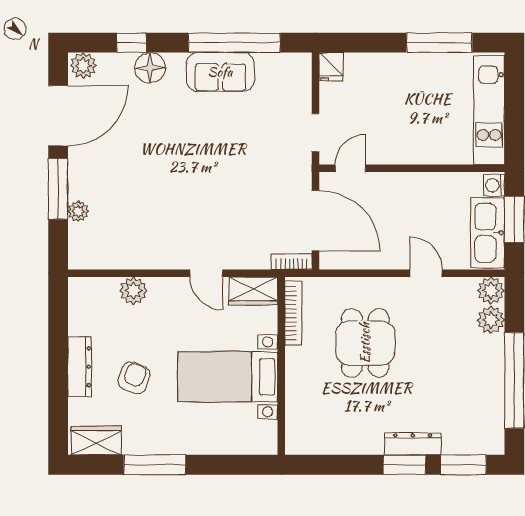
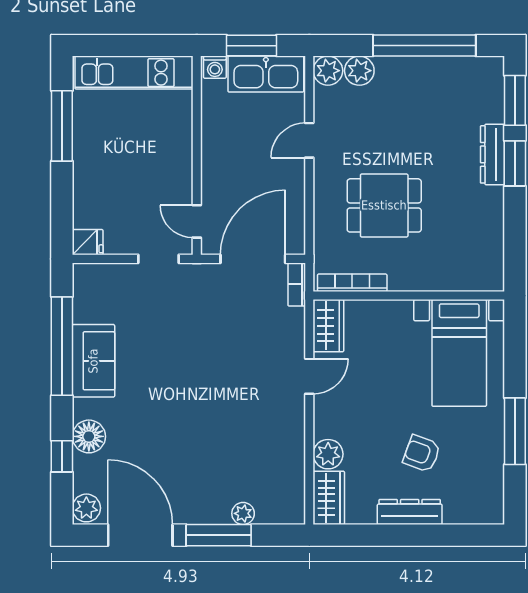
bed with nightstands: (228, 377) -> (459, 353), moved
wardrobe: (96, 441) -> (329, 498), moved, turned 180

